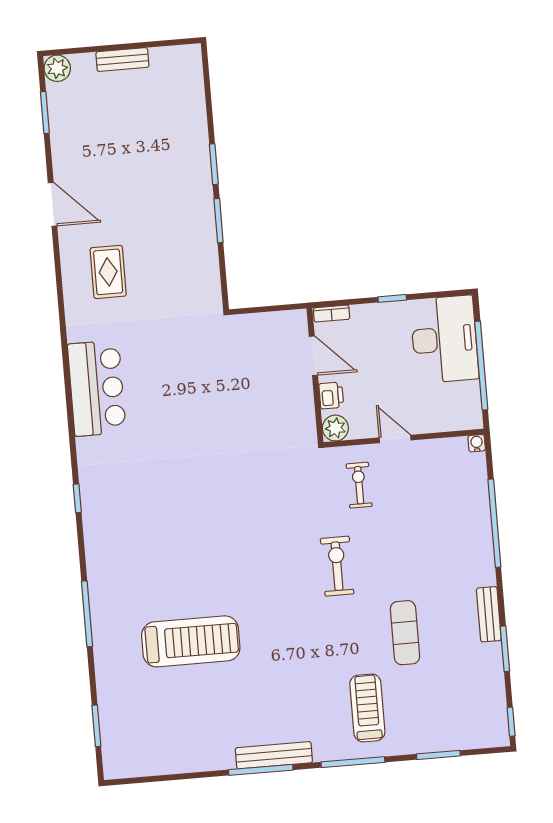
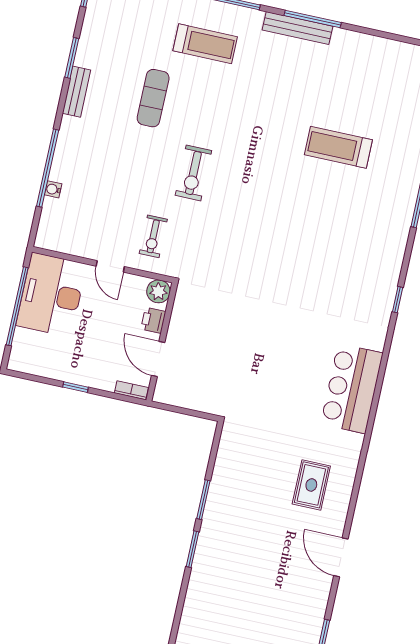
desk: (444, 339) -> (51, 295), moved
water cooler: (477, 443) -> (53, 189), moved, turned 90
treadmill: (191, 641) -> (338, 147), width x0.73, depth x0.73
treadmill: (367, 708) -> (205, 44), turned -90

